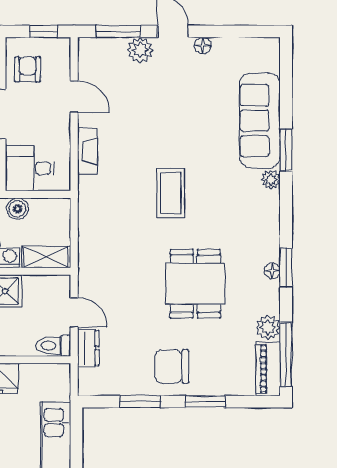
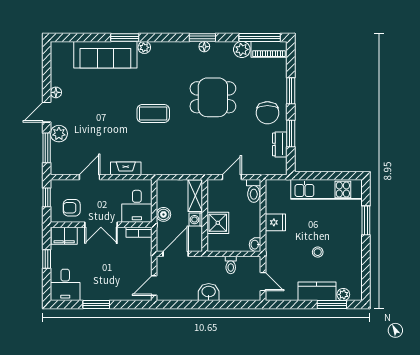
dresser: (88, 348) -> (280, 144), moved, turned -90

